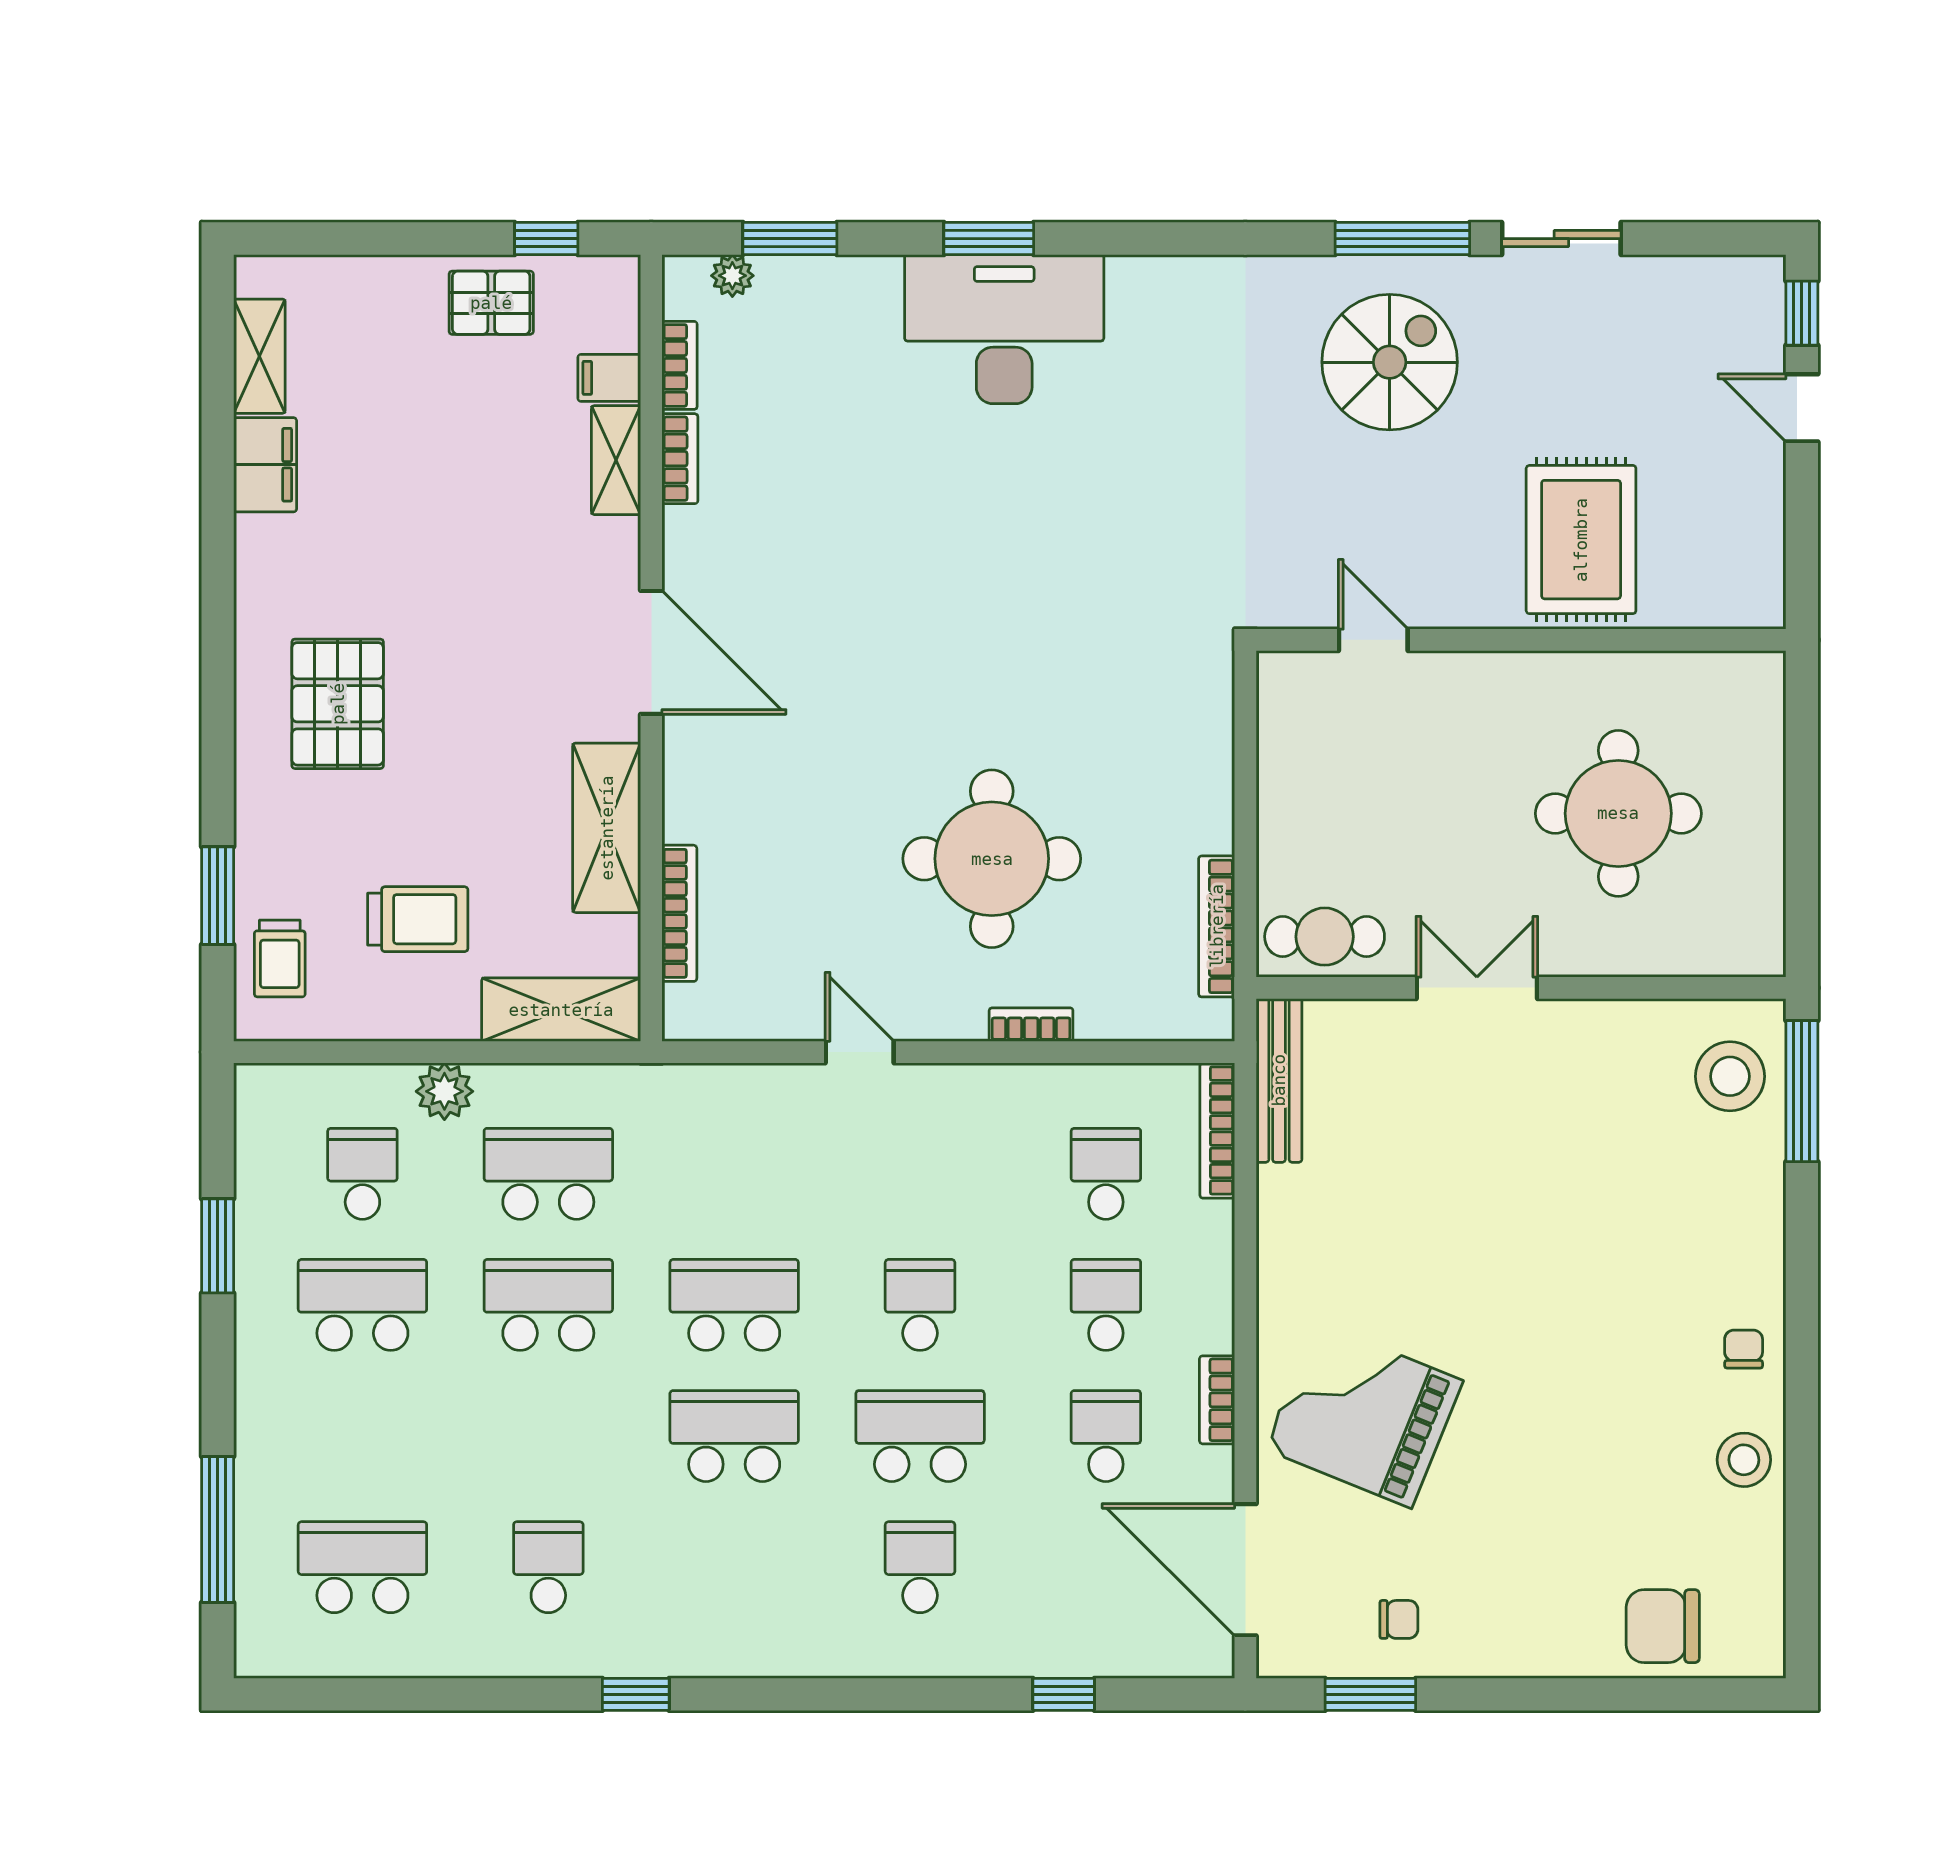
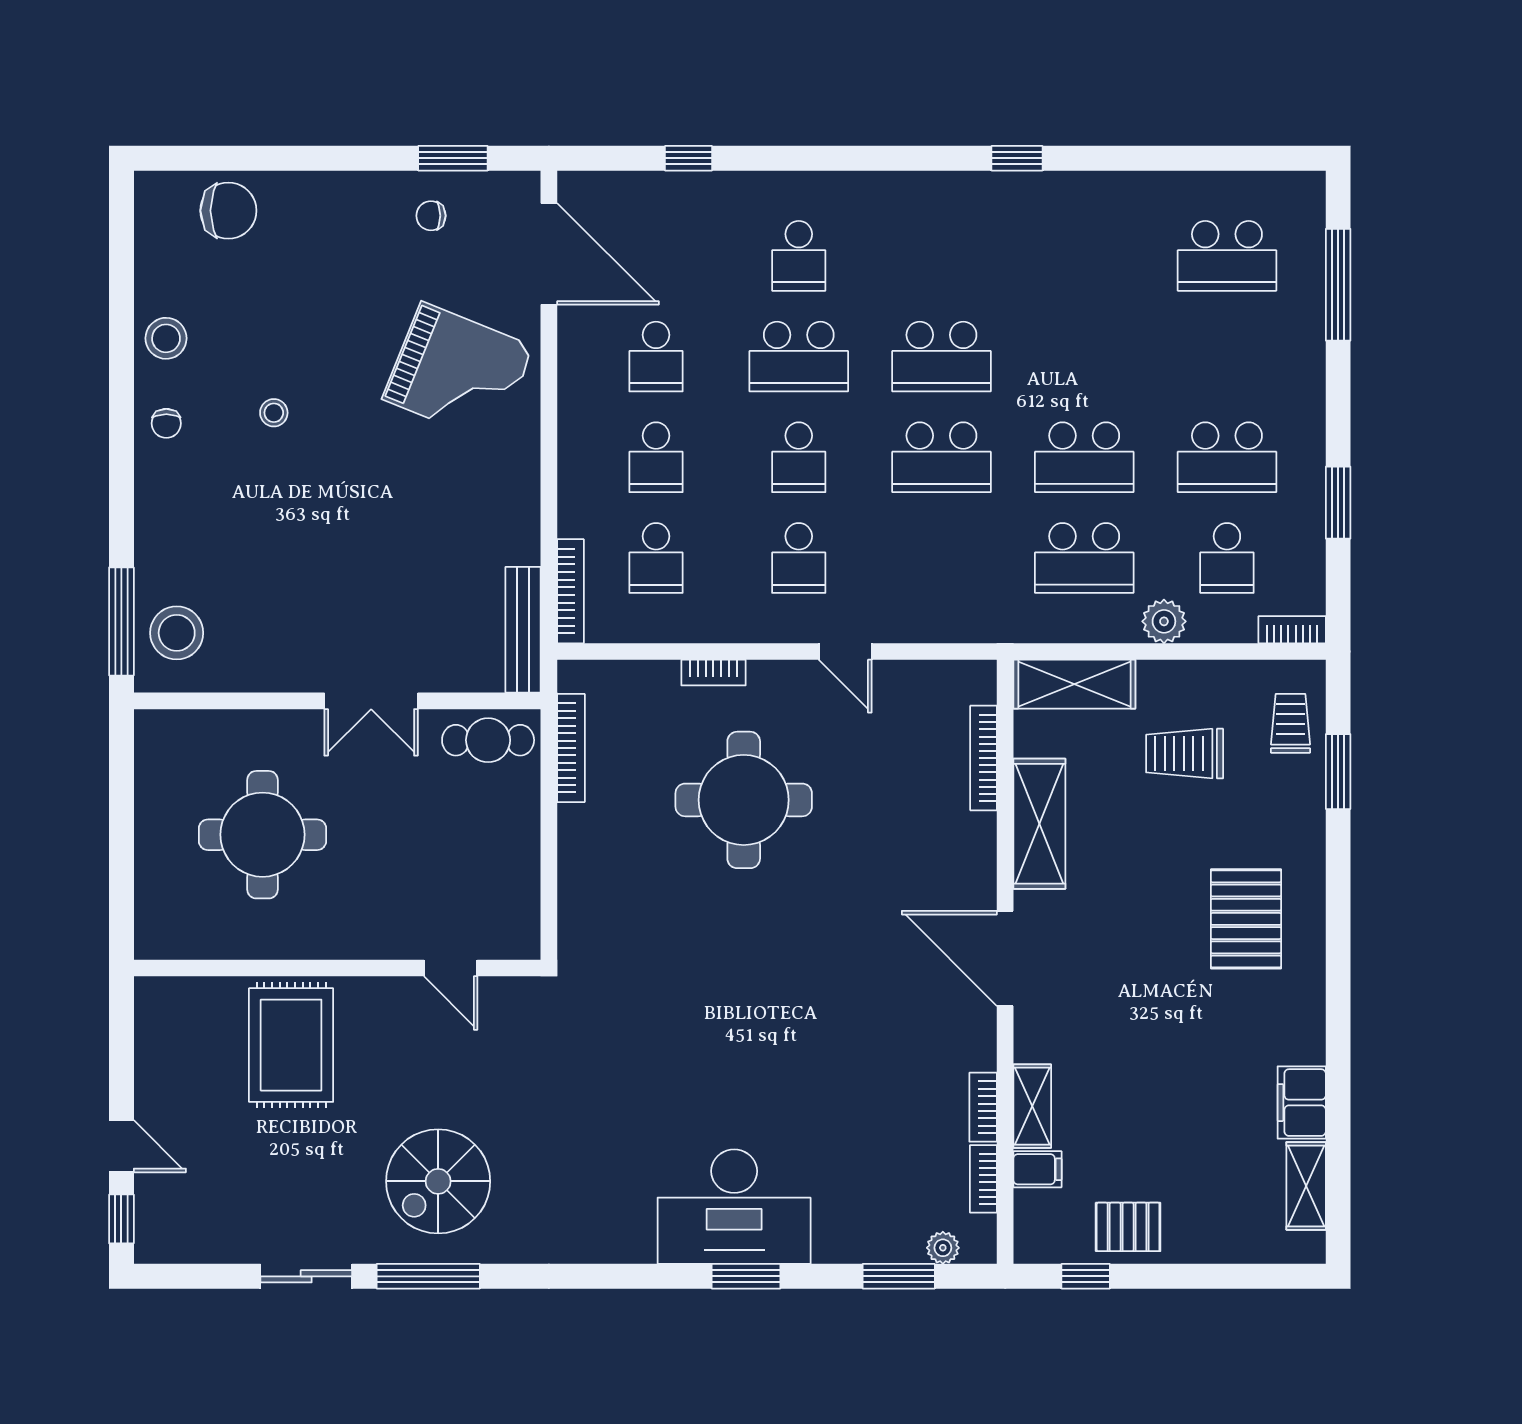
stool: (1604, 1363) -> (274, 413), added
bookcase: (1217, 1400) -> (1292, 630), moved, turned -90
school desk: (548, 1567) -> (799, 558), moved

